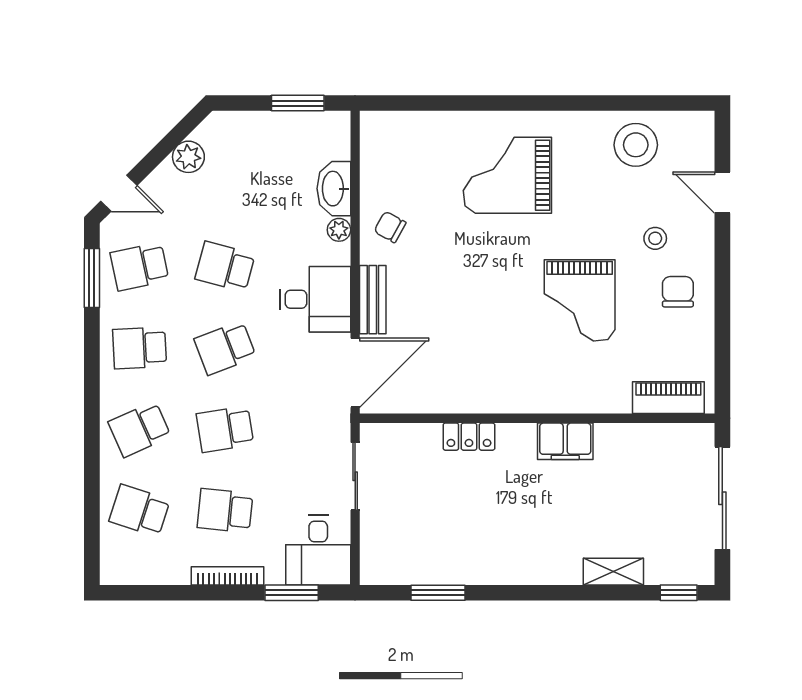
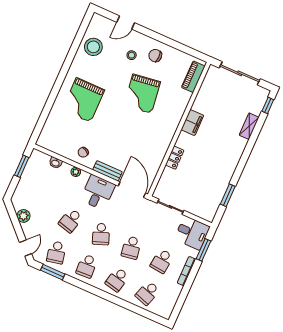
washbasin: (334, 189) -> (56, 163), width x0.52, depth x0.69
grand piano: (580, 300) -> (142, 94), turned 82
school desk: (140, 429) -> (117, 279), turned 36

